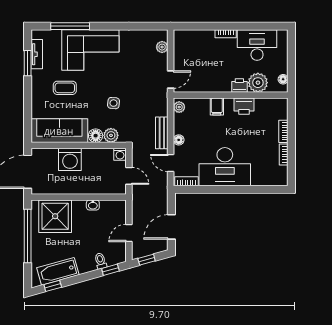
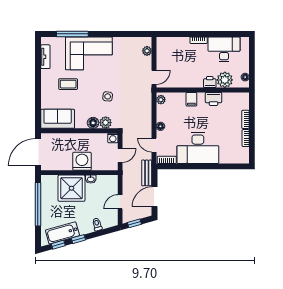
window: (28, 63) -> (38, 64), removed
sofa: (59, 131) -> (58, 119), width x0.73
bench: (162, 133) -> (147, 173), moved
washing machine: (70, 159) -> (82, 161), moved, turned 180
door: (129, 176) -> (120, 155), hinge flipped
shower: (55, 216) -> (71, 188), moved
window: (110, 270) -> (78, 239), moved

